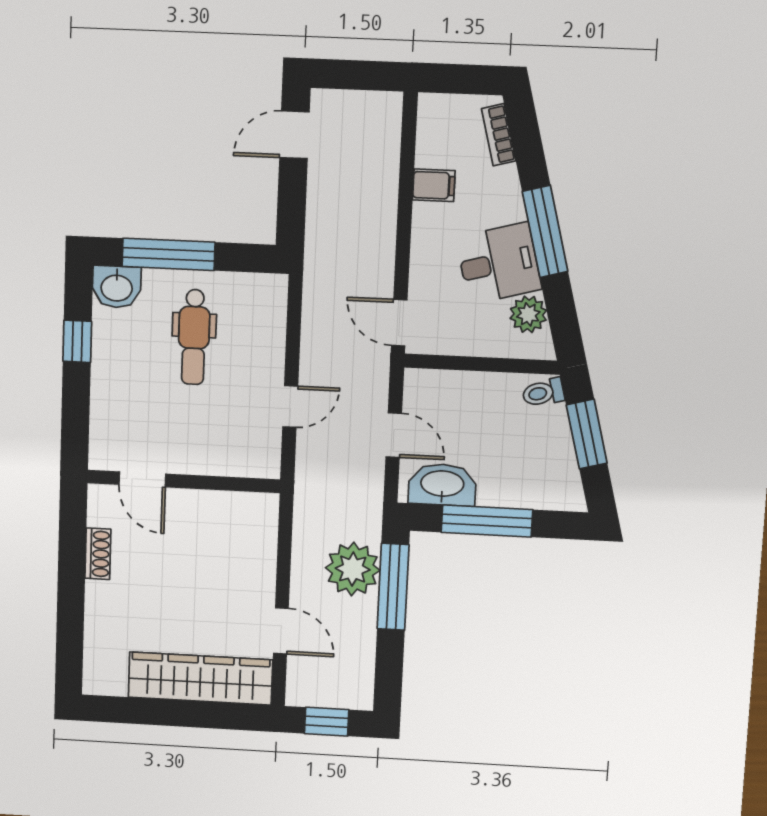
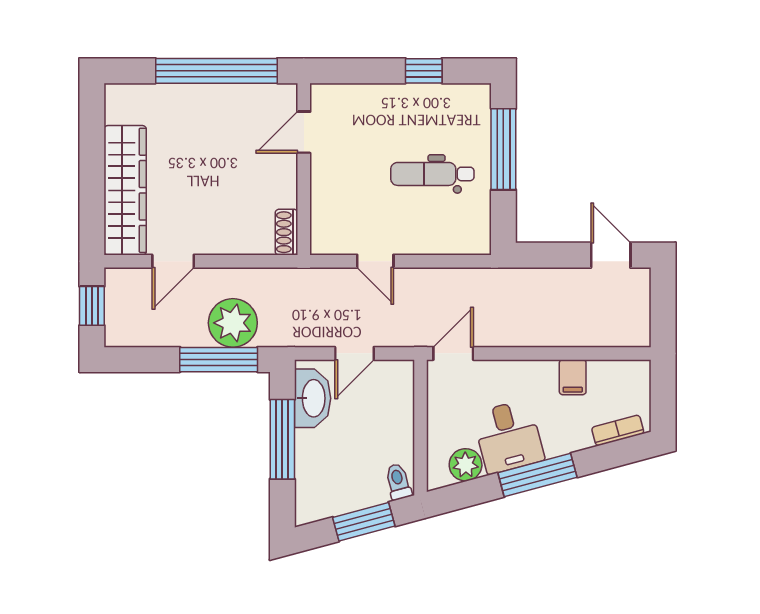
washbasin: (117, 287) -> (473, 104), removed
shoe rack: (98, 554) -> (287, 232), moved, turned 90
window: (72, 572) -> (216, 71), added

